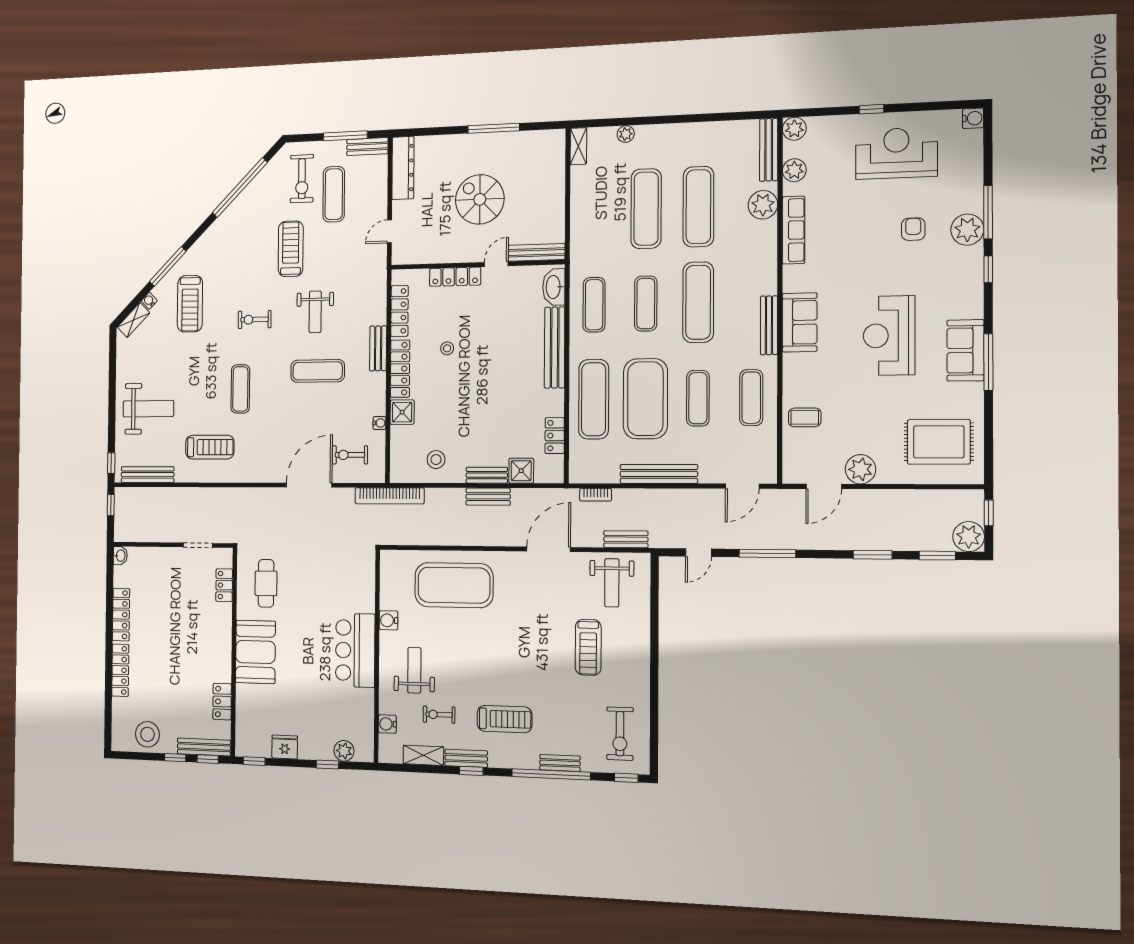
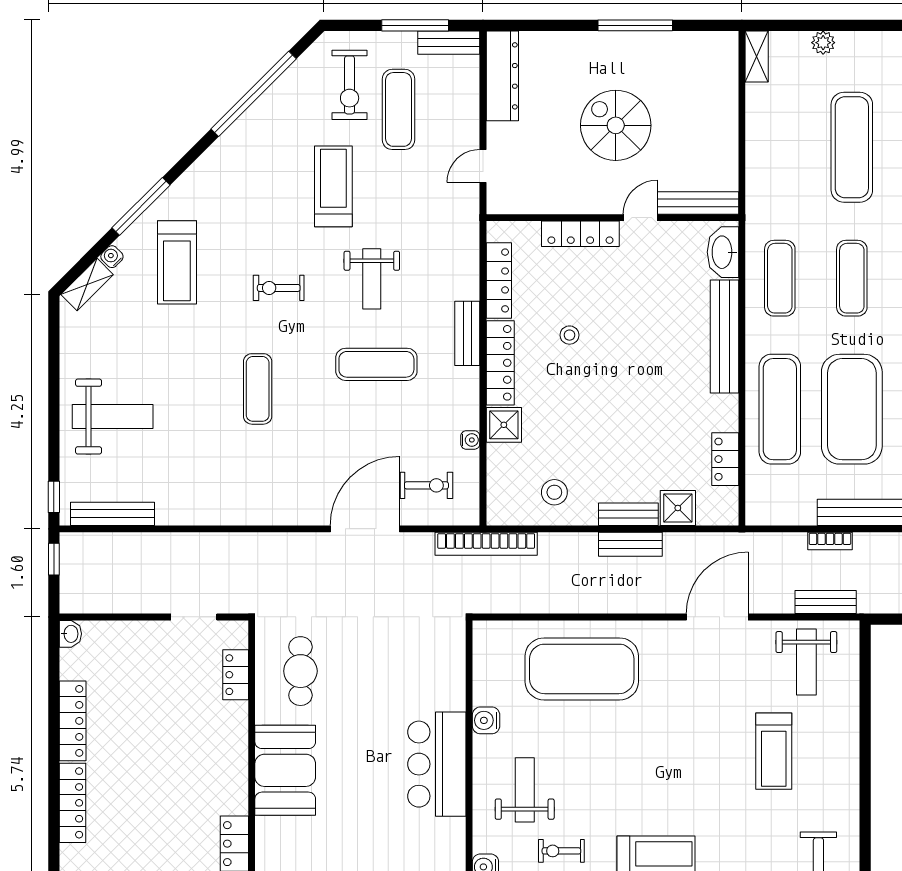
treadmill: (210, 447) -> (211, 474), removed
exercise bike: (350, 455) -> (426, 485), turned 180
bookcase: (596, 495) -> (830, 541), moved

